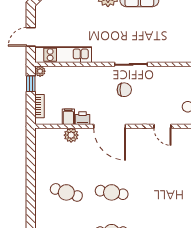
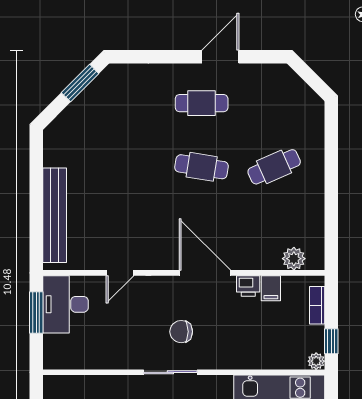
door: (162, 126) -> (120, 273), swing flipped
plant: (71, 135) -> (294, 259), moved
cafe table: (66, 192) -> (274, 167), turned -42

